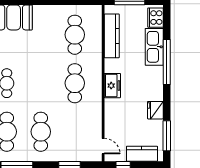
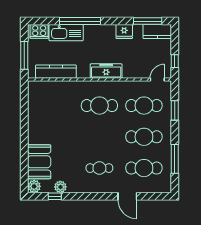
cafe table: (75, 35) -> (144, 106), moved
freezer: (112, 86) -> (106, 71), width x1.40
kitchen counter: (142, 154) -> (157, 32), moved, turned -90

